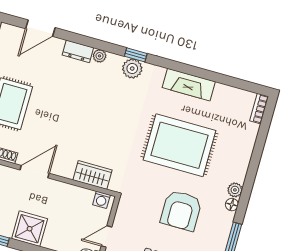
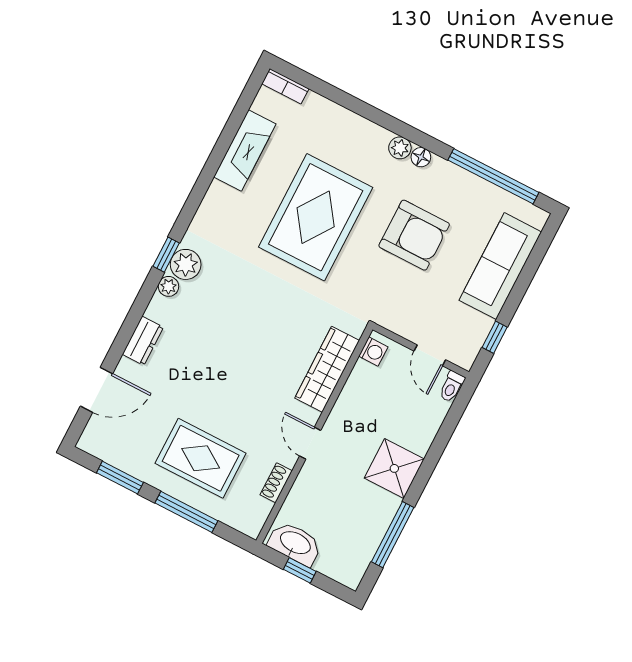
door: (40, 28) -> (96, 390), hinge flipped
plant: (100, 56) -> (169, 286), moved
fireplace: (189, 85) -> (245, 151), moved
door: (35, 172) -> (310, 443), width x0.73
wardrobe: (92, 175) -> (327, 369), width x1.50

